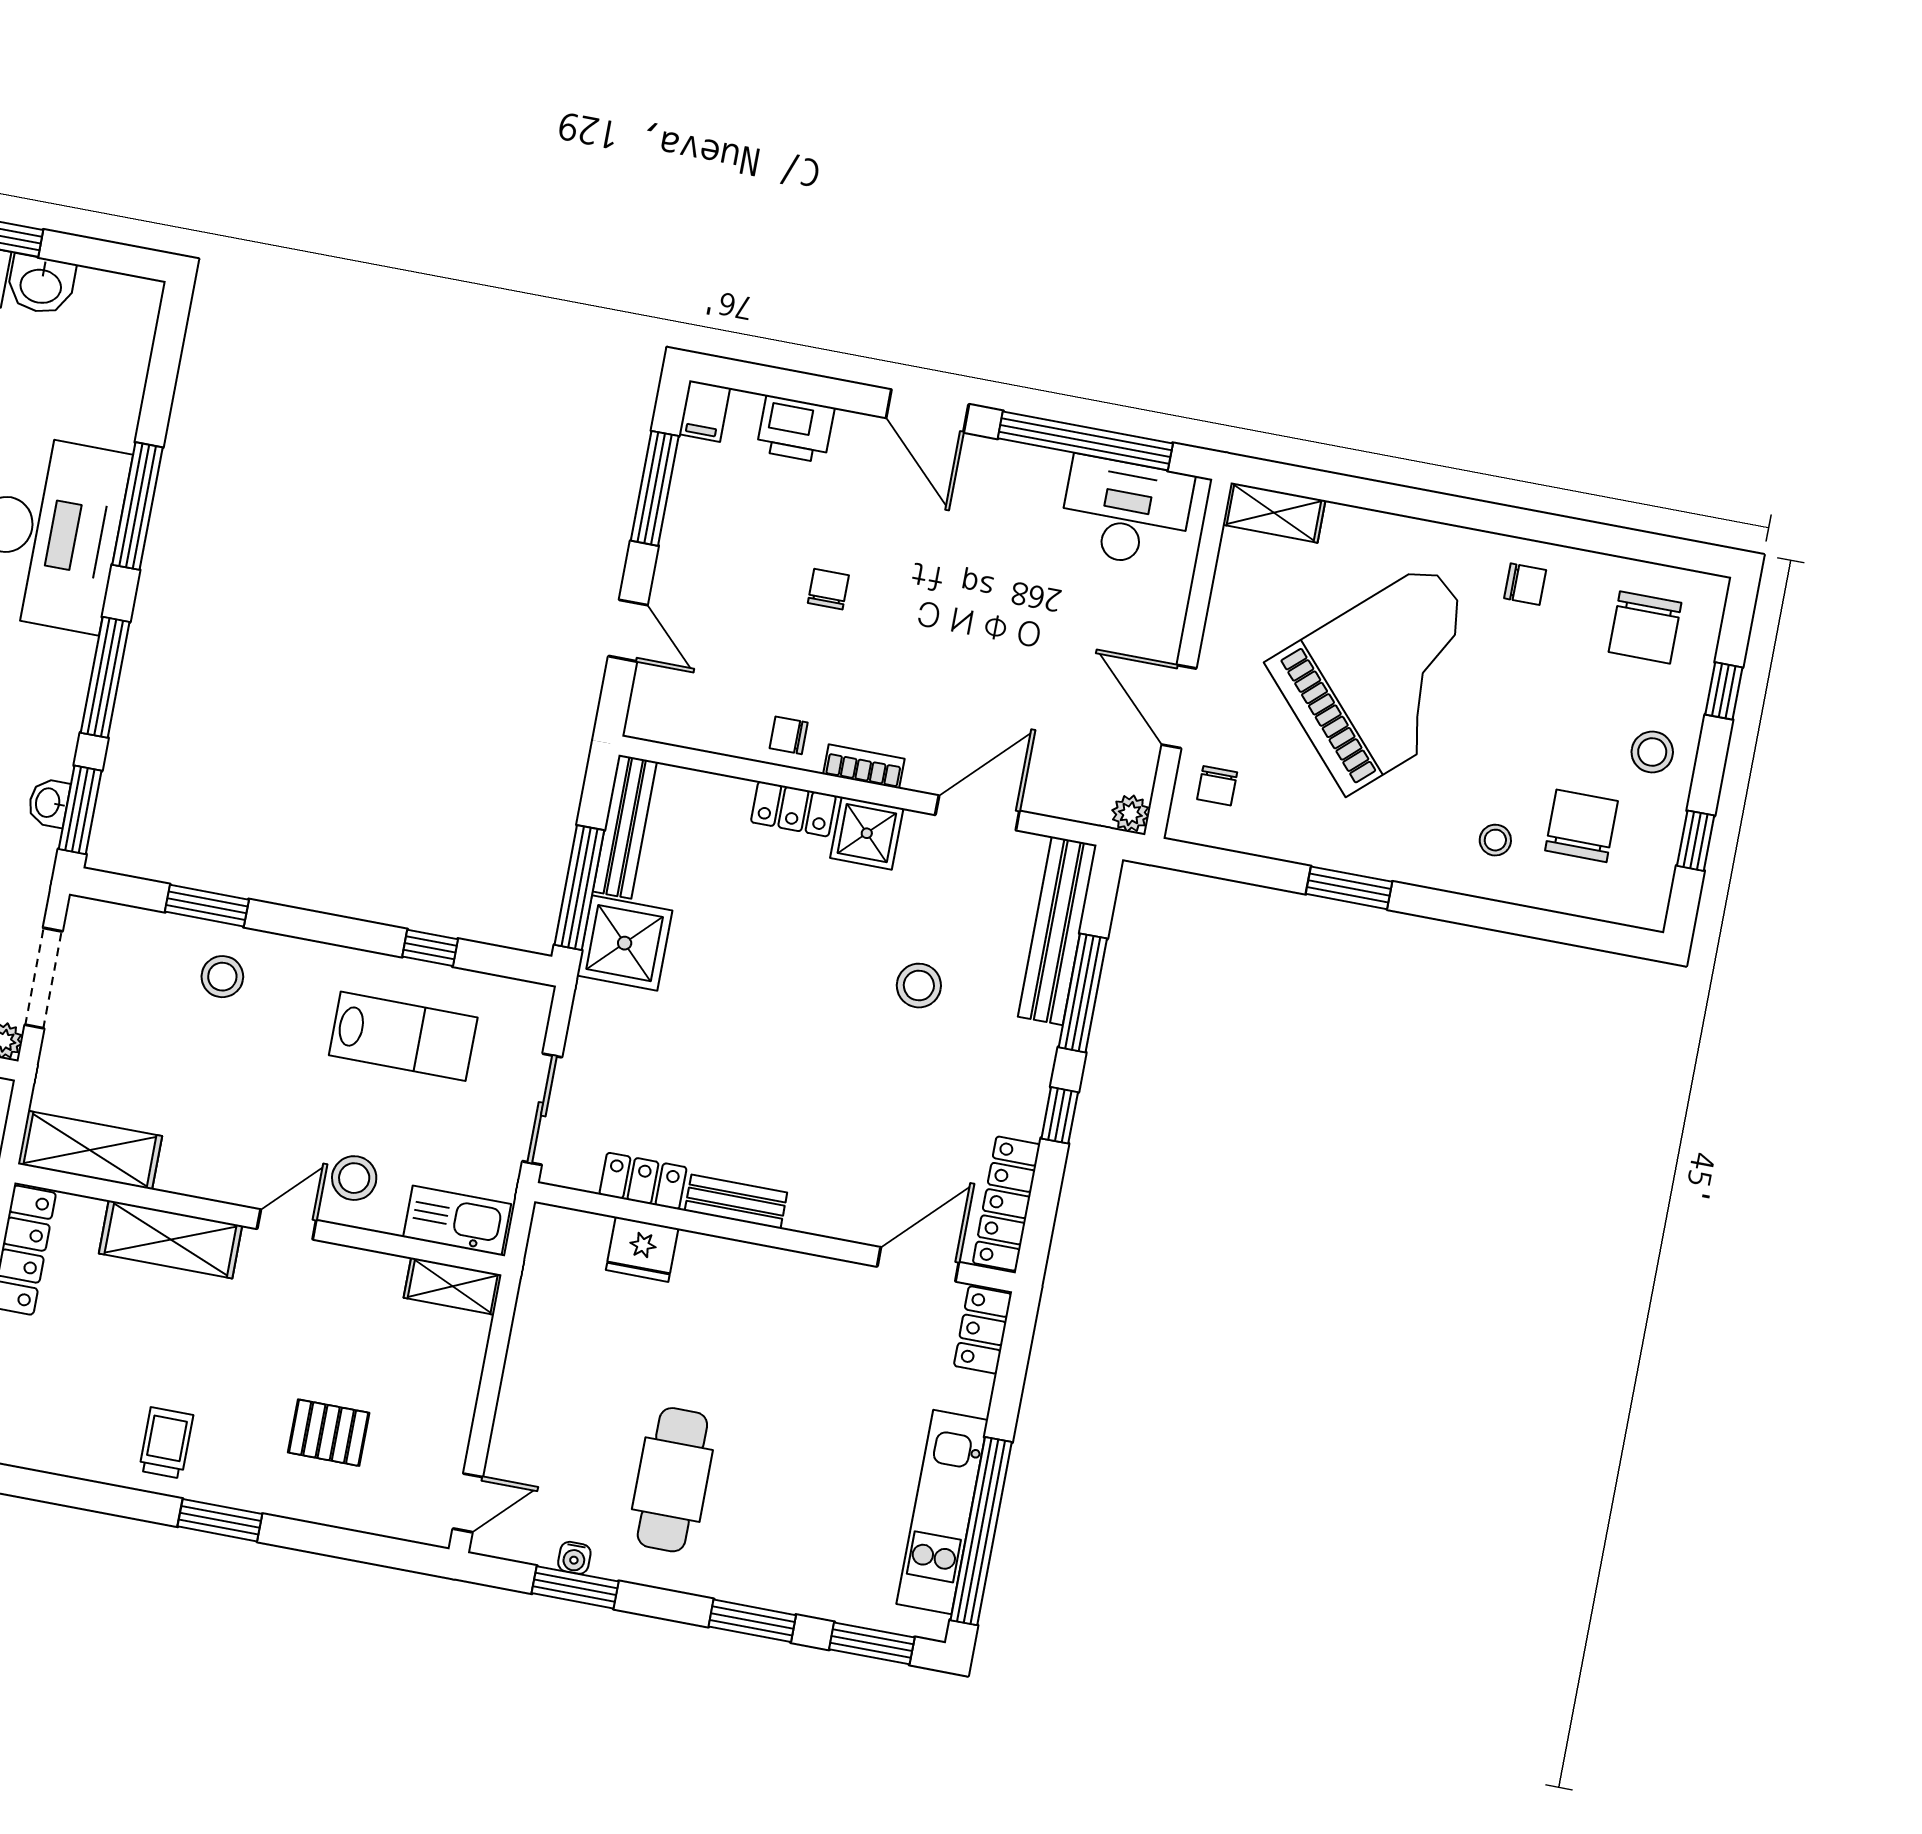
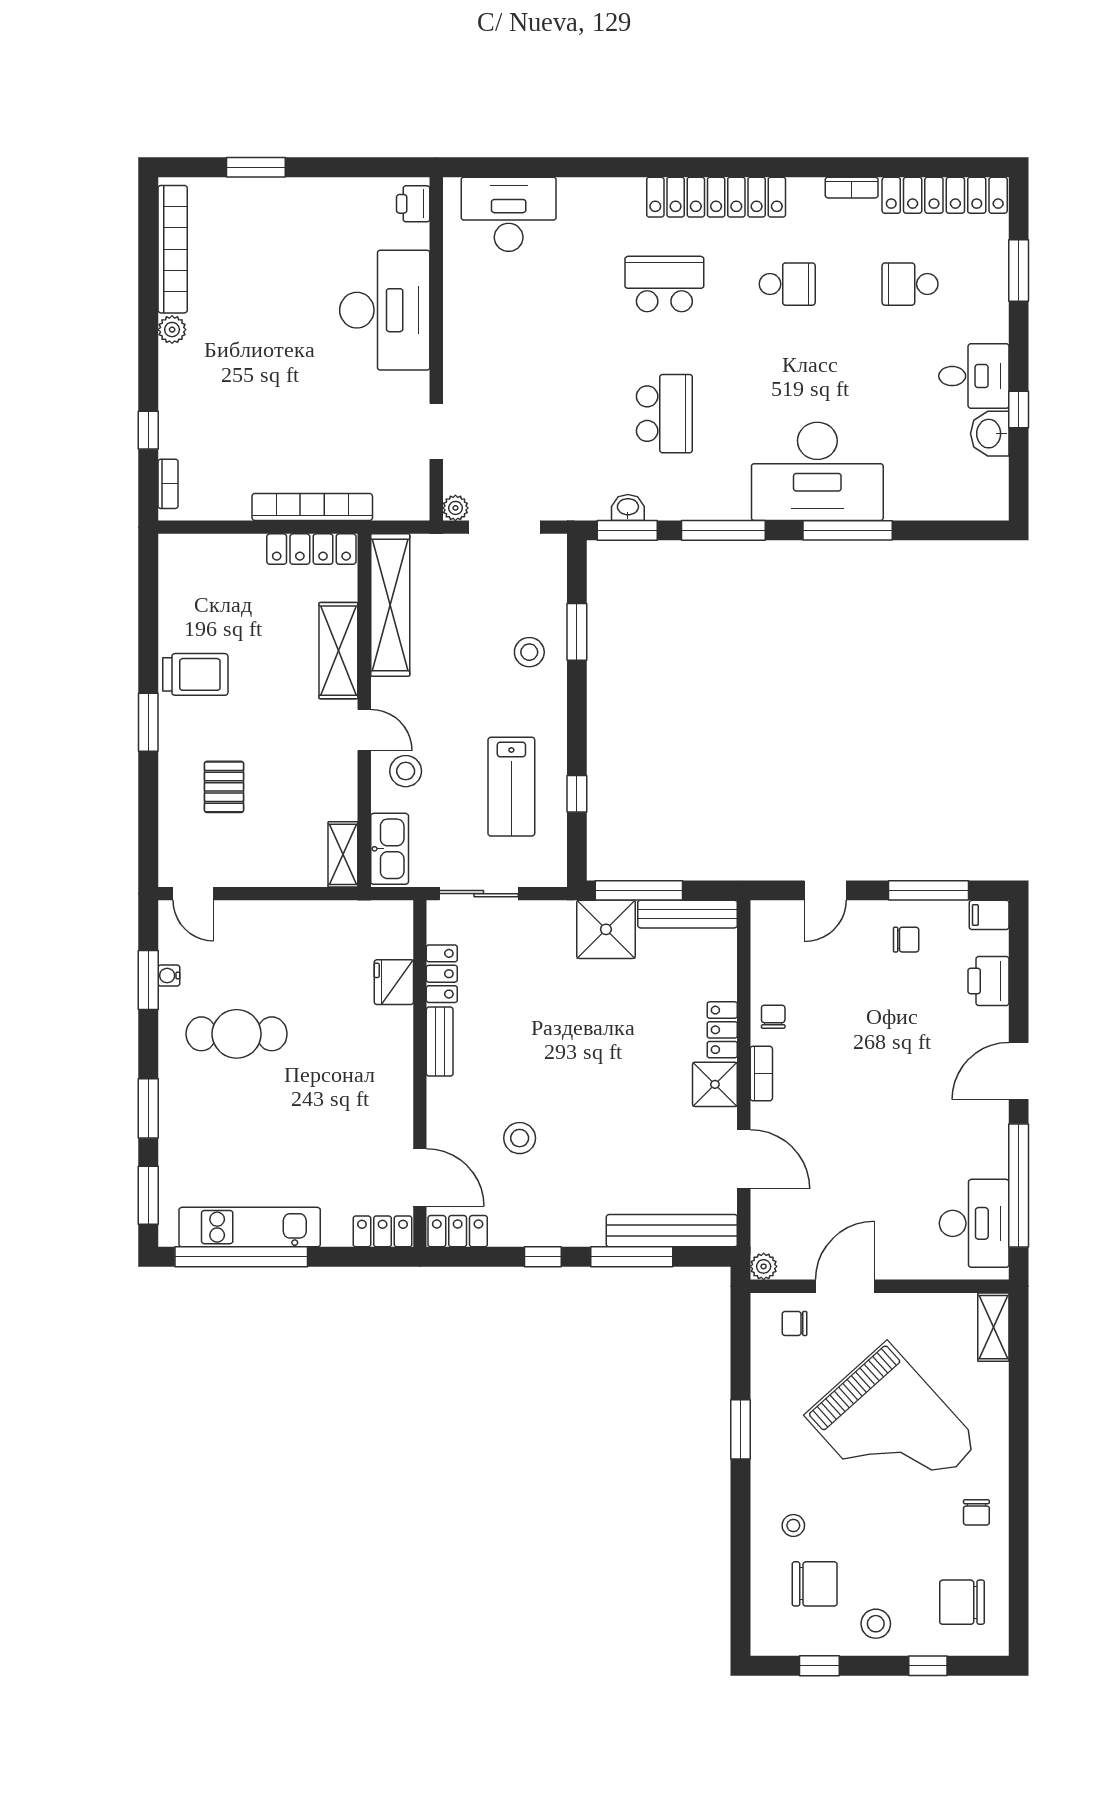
chair: (828, 589) -> (906, 940), moved
stool: (919, 986) -> (520, 1138), moved
shelving: (90, 1150) -> (390, 605), width x1.47
locker: (1006, 1204) -> (458, 1231), width x0.66
trolley: (166, 1443) -> (195, 674), width x1.36, depth x1.39

